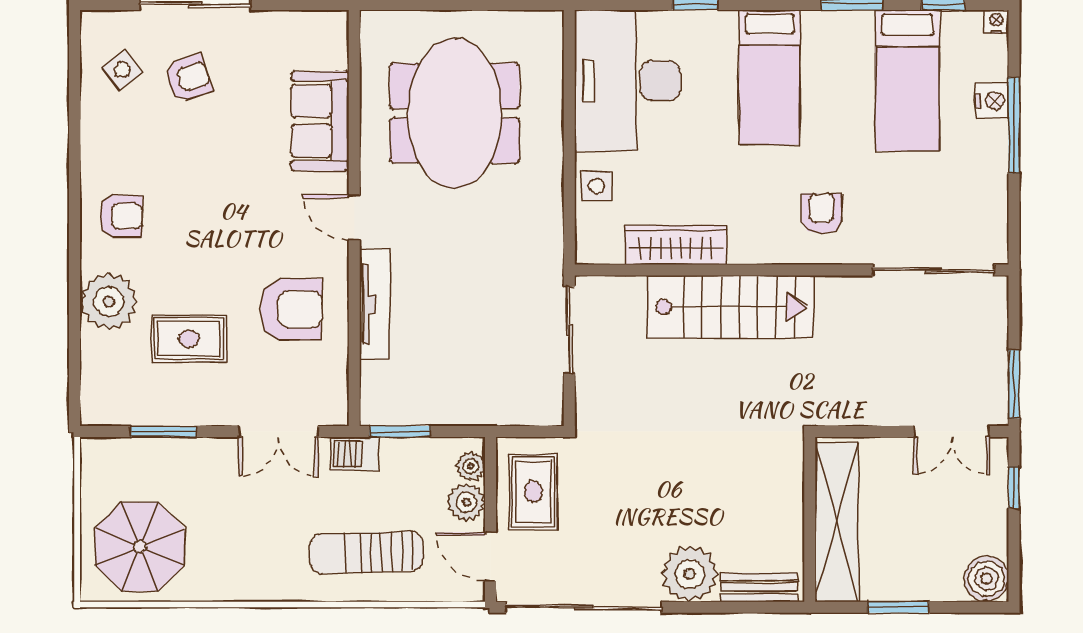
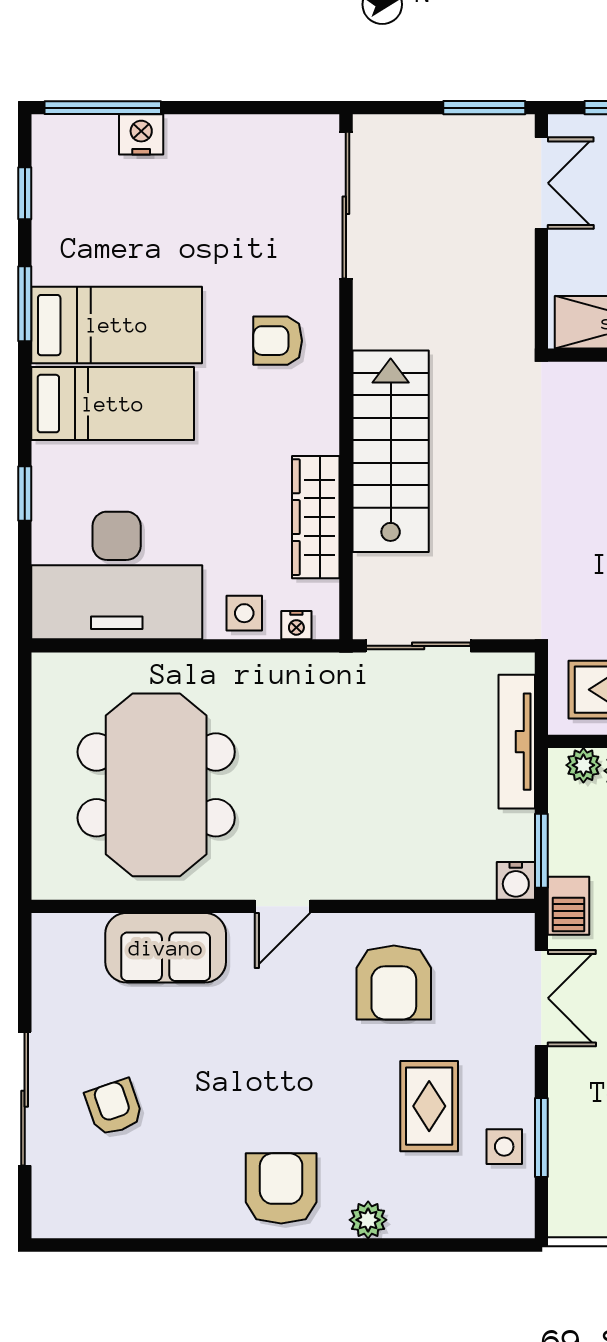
nightstand: (996, 22) -> (296, 625), moved, turned -90
side table: (122, 70) -> (504, 1147), moved, turned 38
bed: (907, 80) -> (117, 325), moved
meeting table: (455, 113) -> (156, 785), turned 90
window: (1014, 125) -> (103, 108), moved
armchair: (121, 216) -> (281, 1188), width x1.38, depth x1.38
plant: (109, 302) -> (368, 1220), width x0.53, depth x0.53
tv unit: (375, 304) -> (517, 742), moved, turned -90
armchair: (291, 310) -> (394, 982), turned 180
water cooler: (375, 410) -> (516, 881), added

